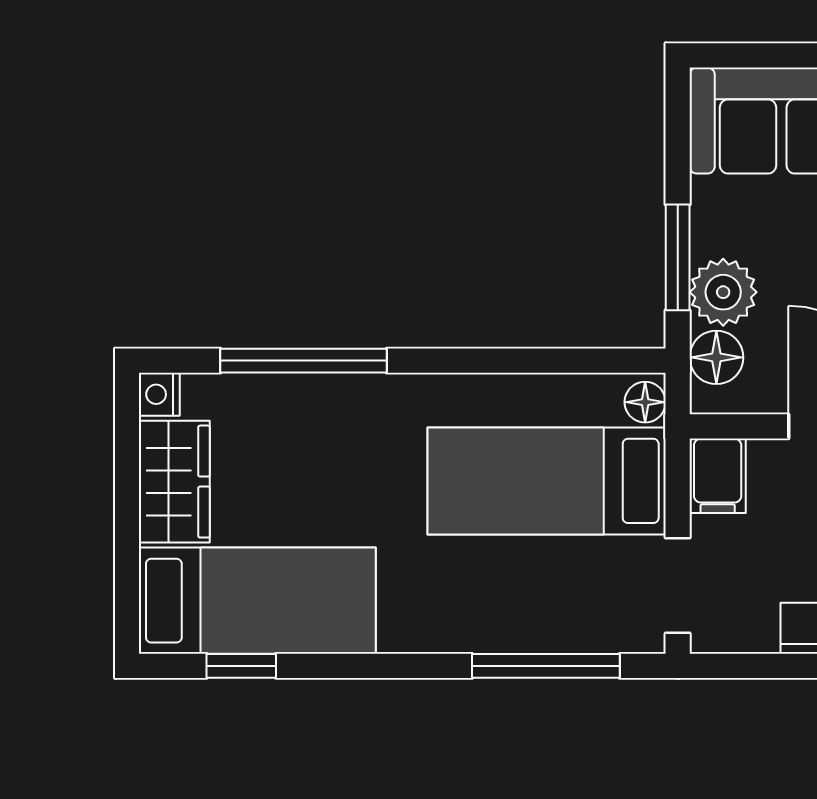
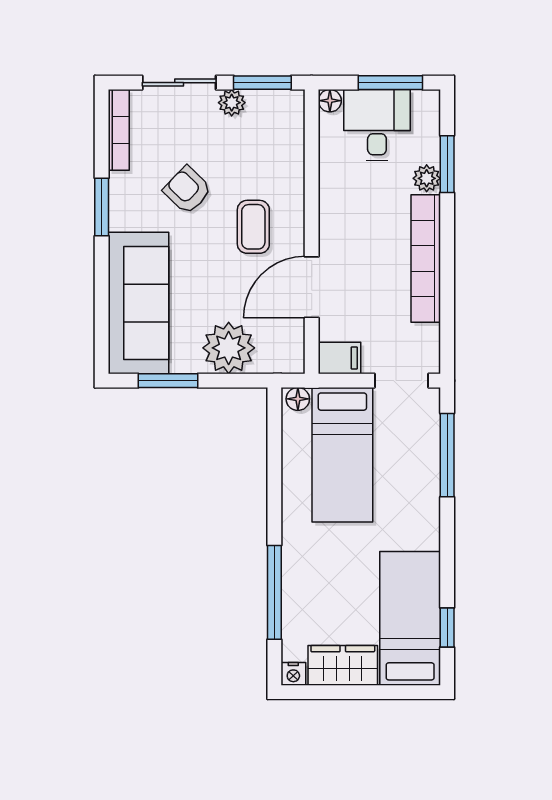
window: (678, 257) -> (168, 381), moved
plant: (723, 292) -> (229, 348), width x1.36, depth x1.36
floor lamp: (716, 357) -> (272, 359), removed

